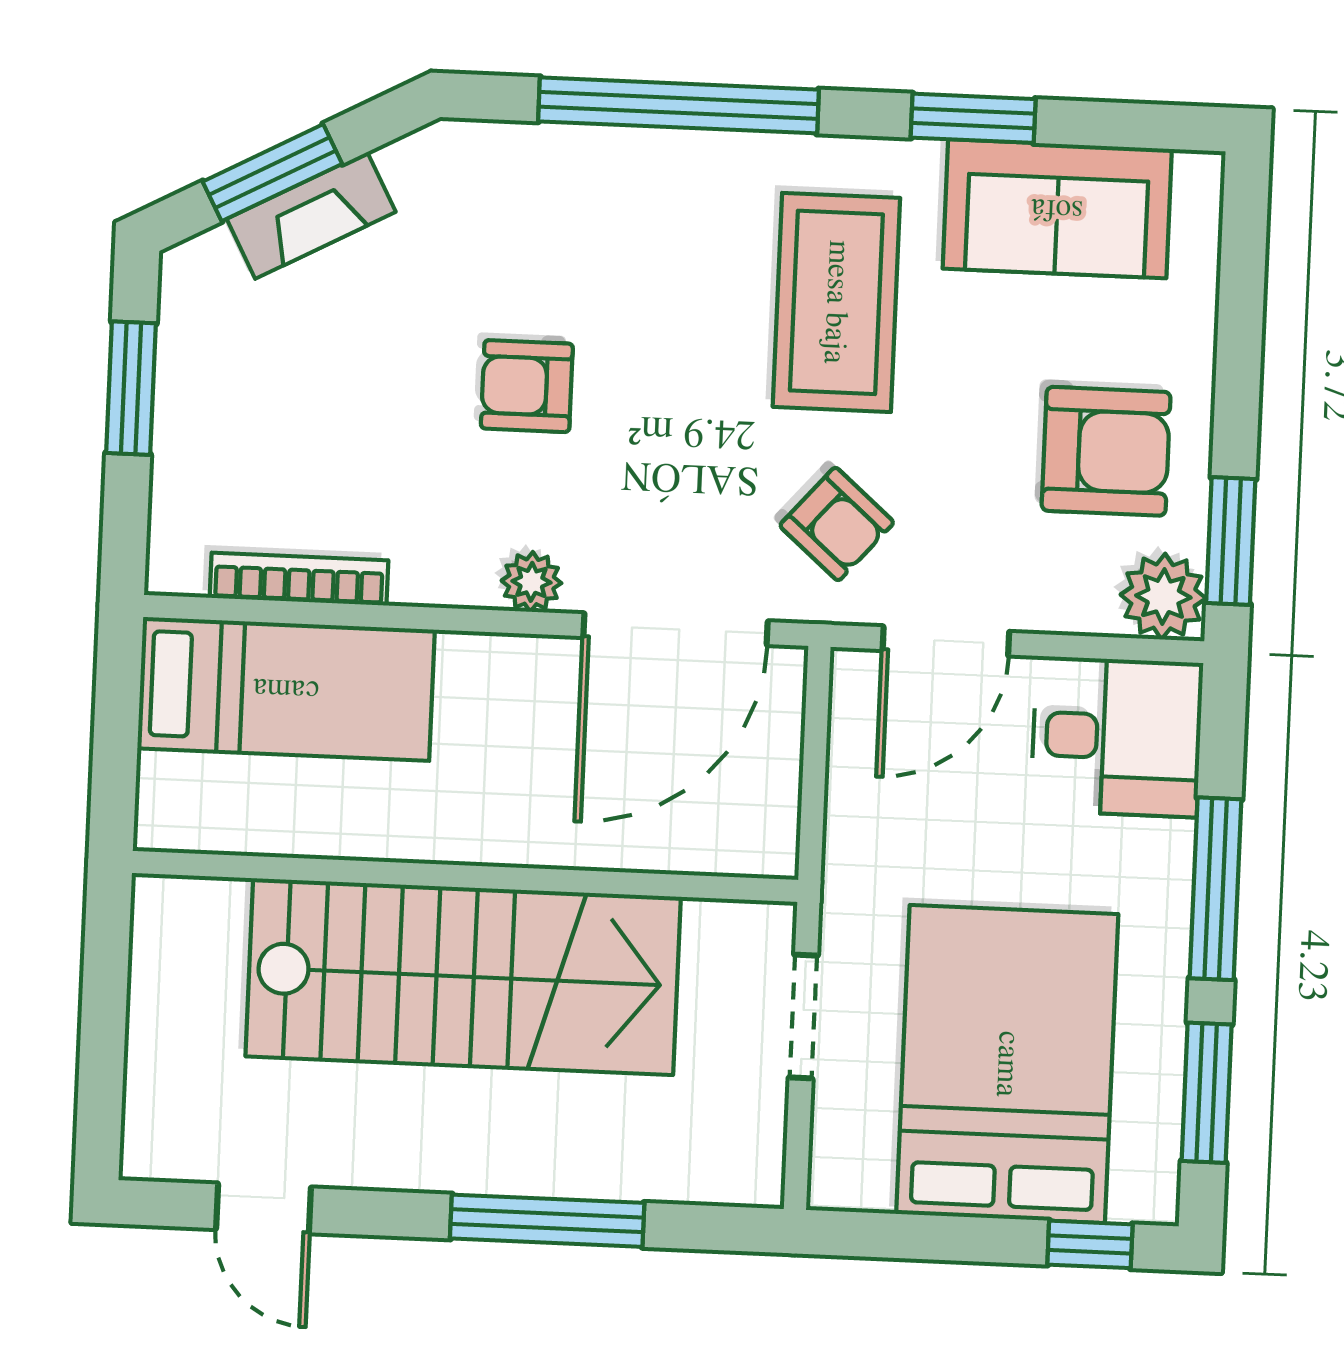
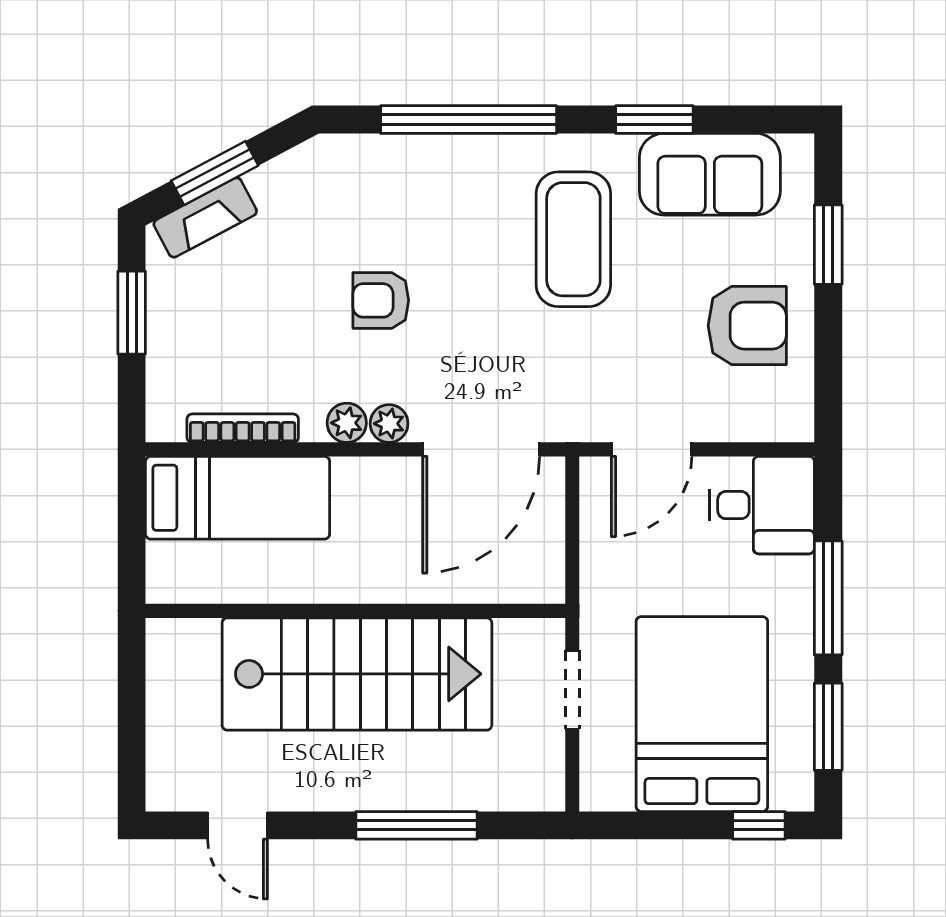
fireplace: (311, 215) -> (205, 218), moved
armchair: (837, 524) -> (580, 379), removed
window: (1231, 541) -> (828, 245), moved
plant: (1163, 596) -> (347, 423), moved, width x0.73, depth x0.73

